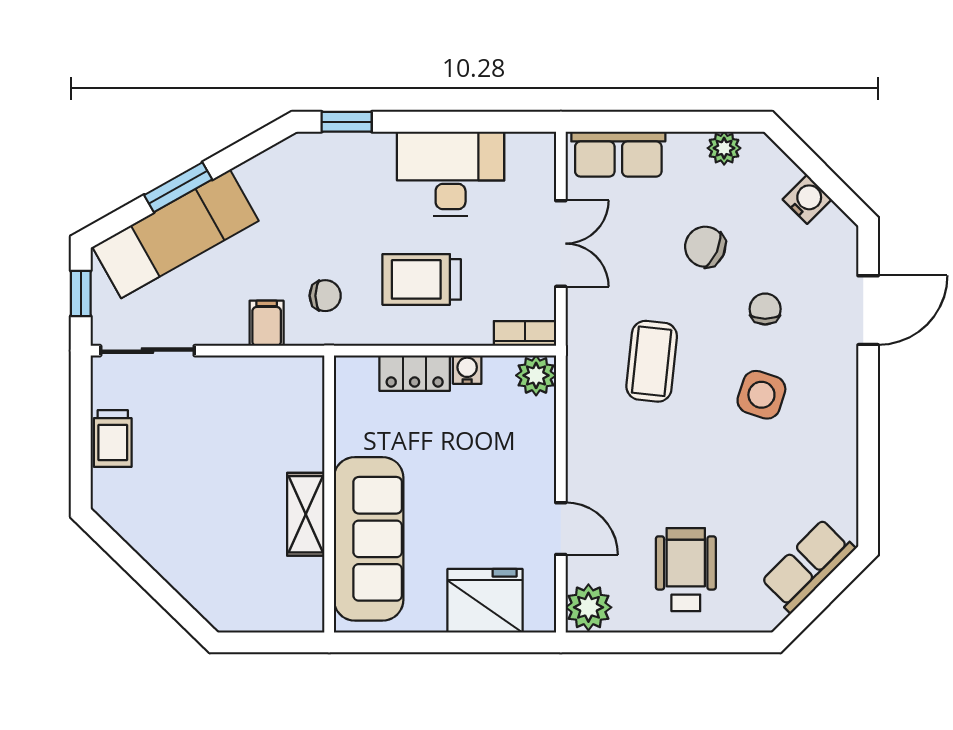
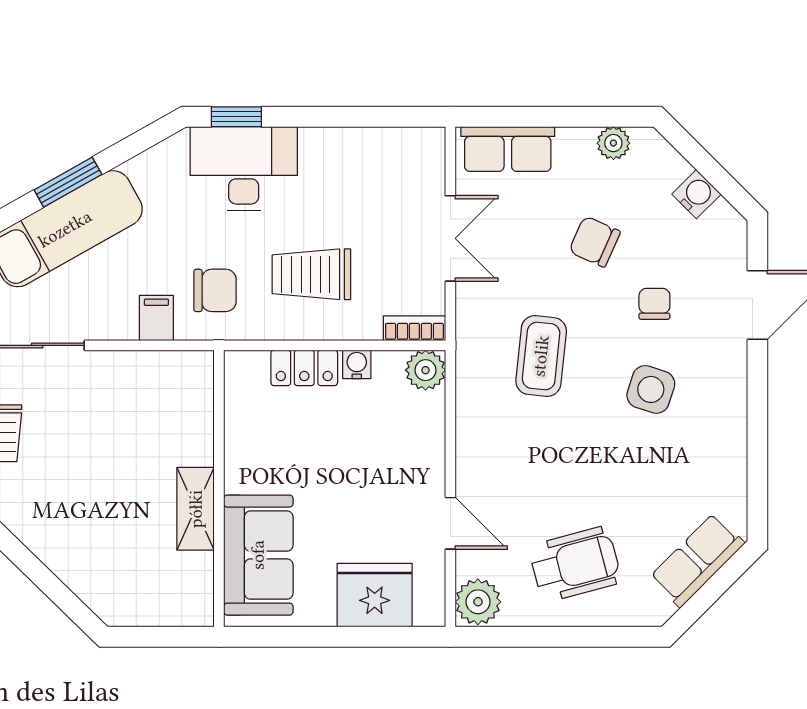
desk: (451, 174) -> (244, 169), moved
chair: (325, 296) -> (215, 290), width x1.37, depth x1.37
sofa: (369, 539) -> (258, 555), width x0.73
wheelchair: (686, 570) -> (575, 564), turned 75

